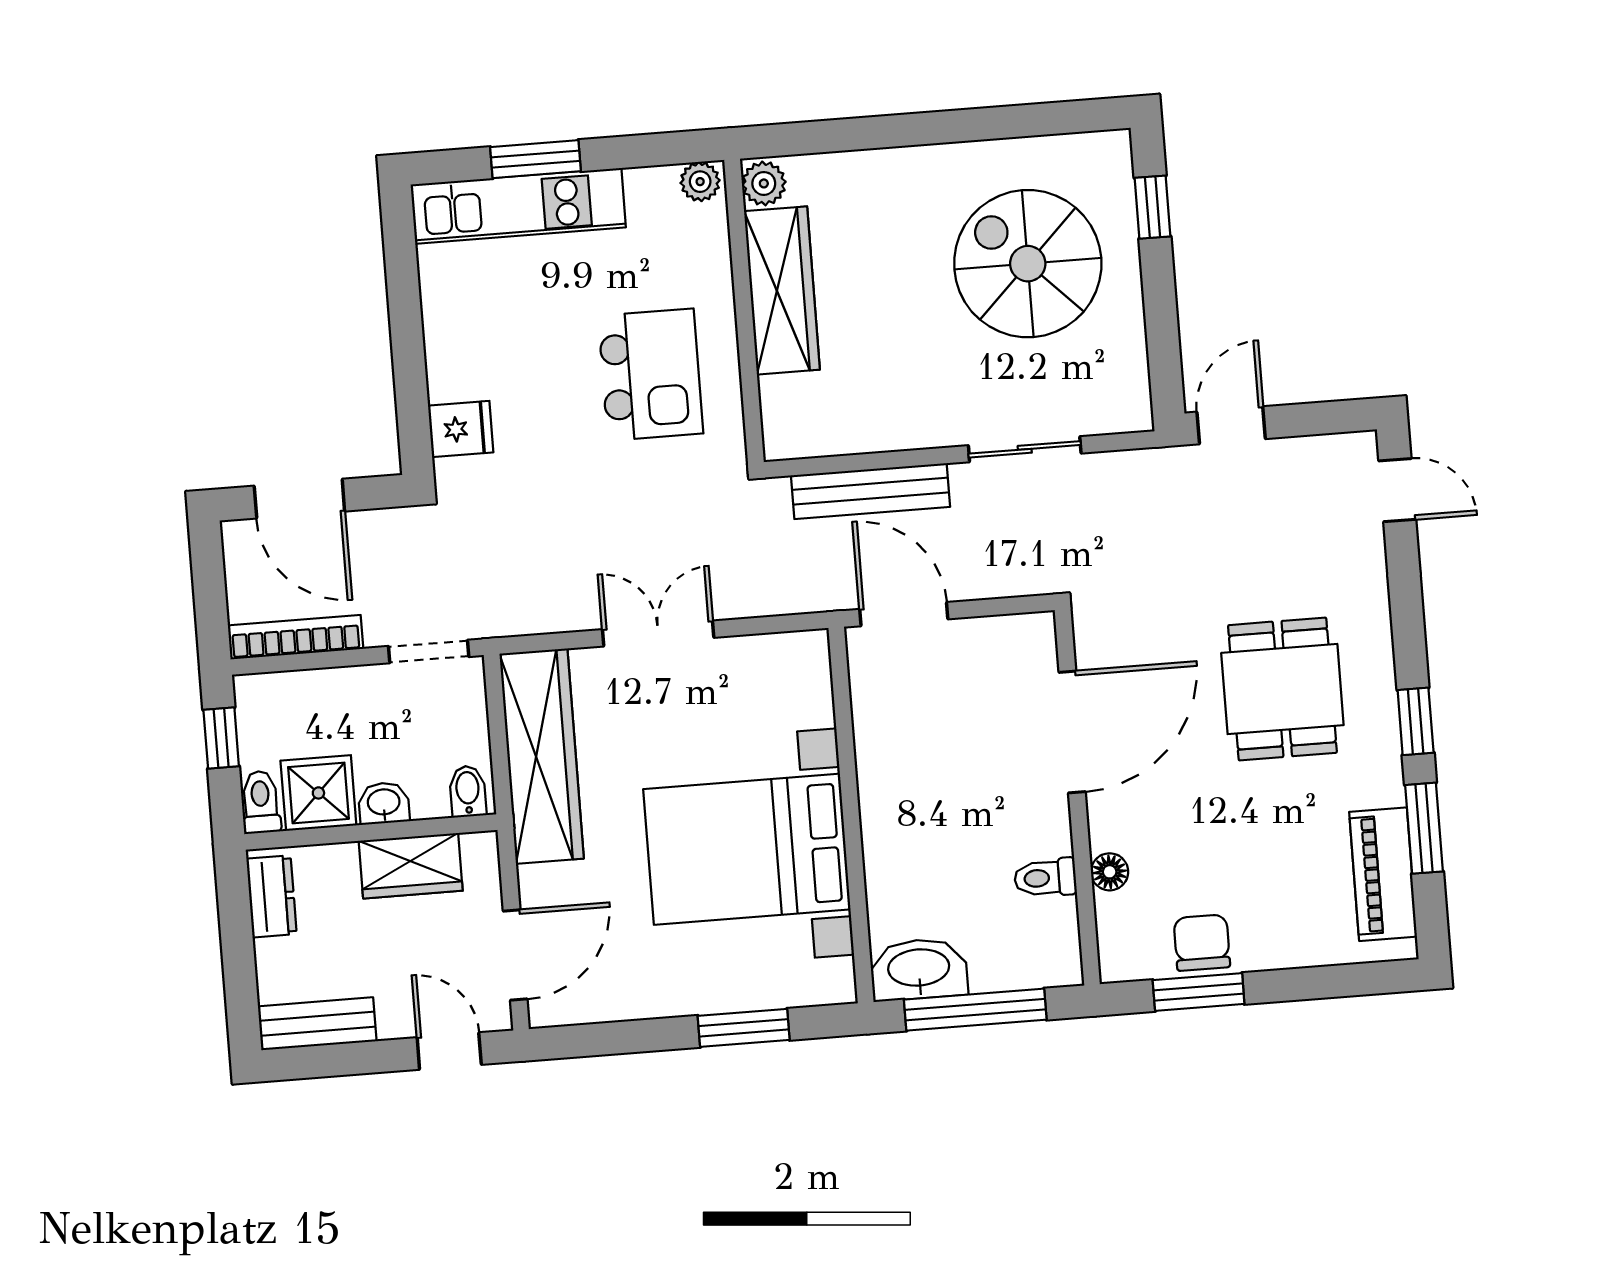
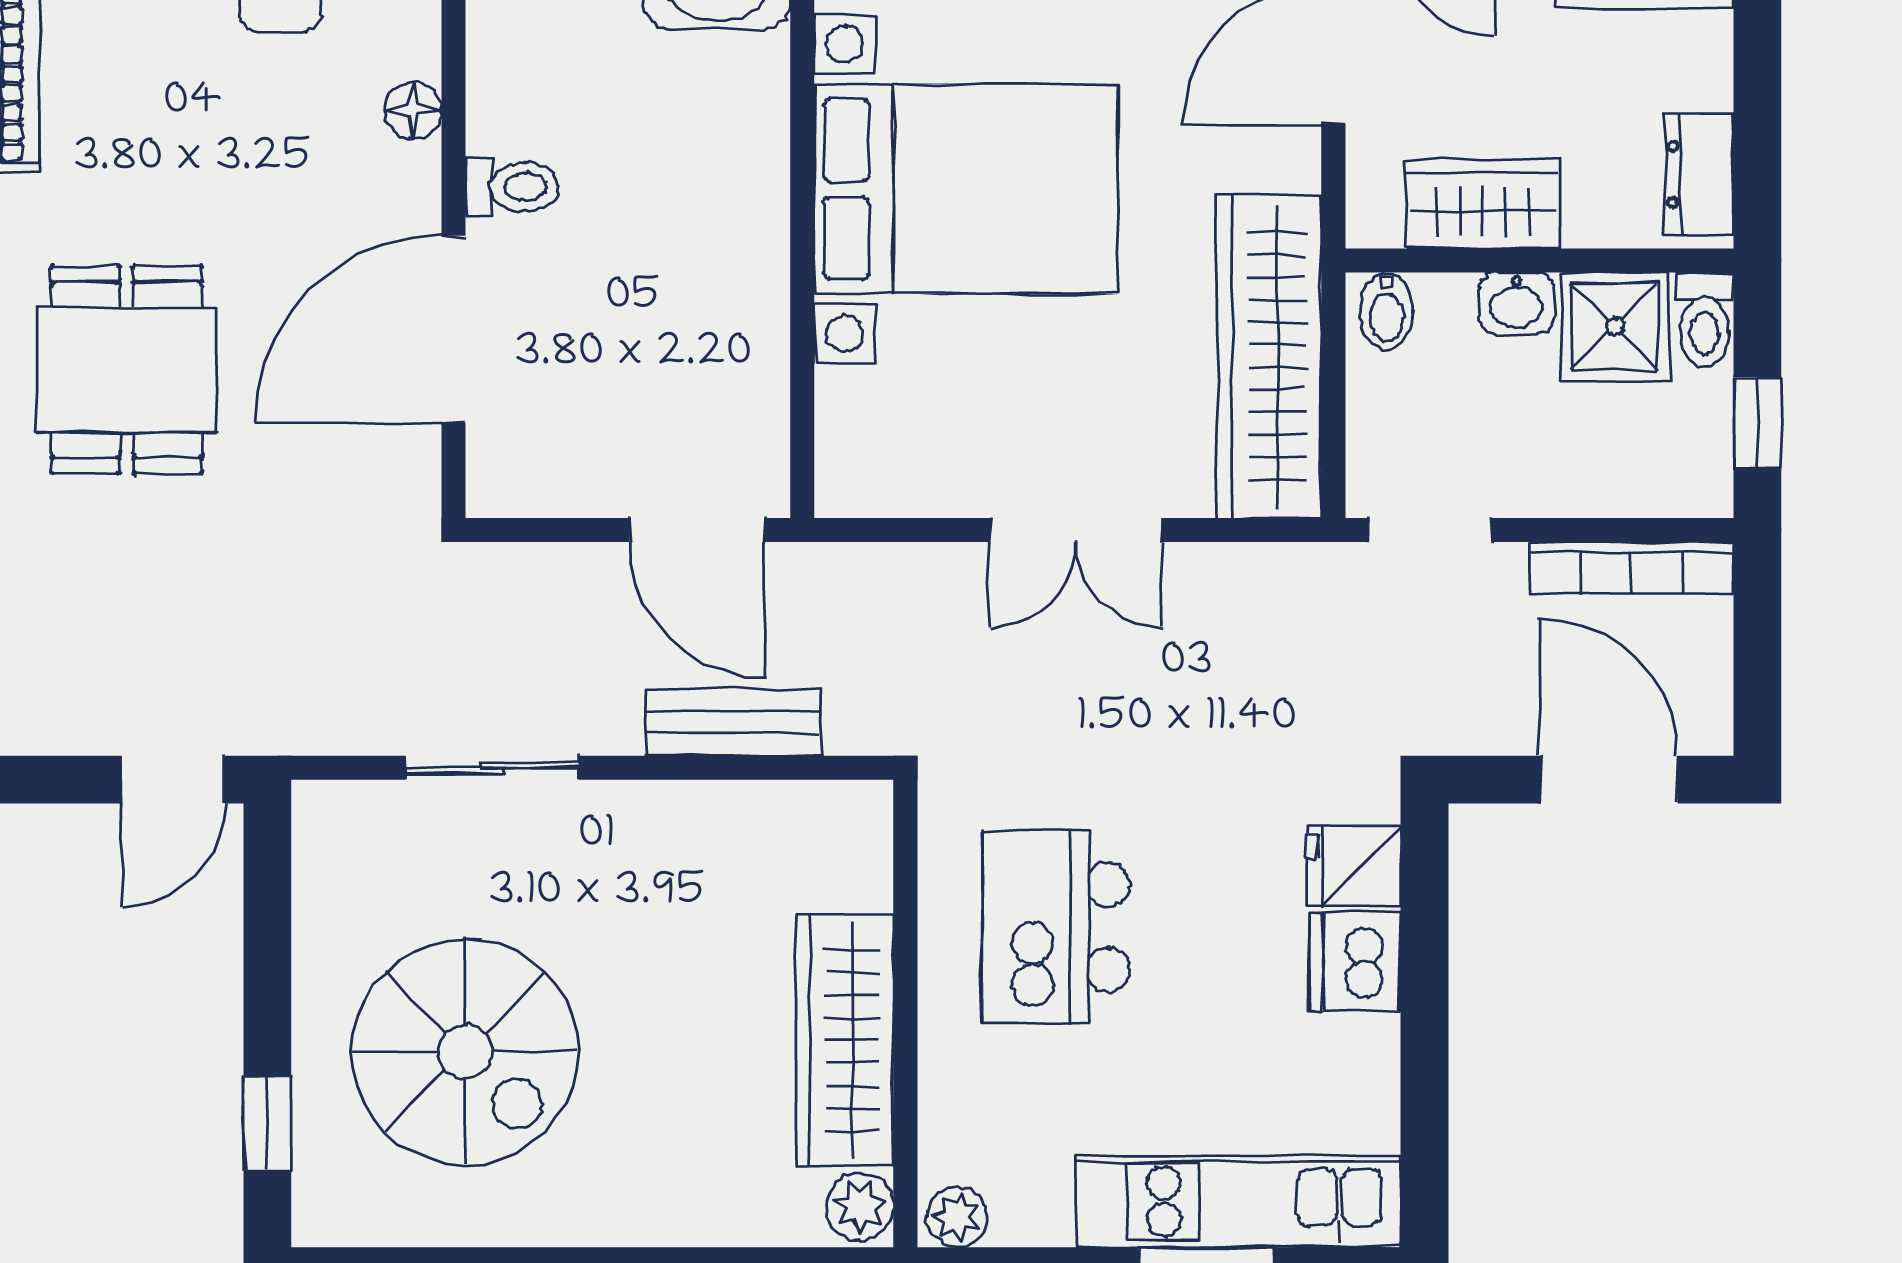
dishwasher: (455, 367) -> (1355, 962), added
bench: (871, 491) -> (733, 722), width x0.73
toilet: (1045, 878) -> (512, 187), moved

